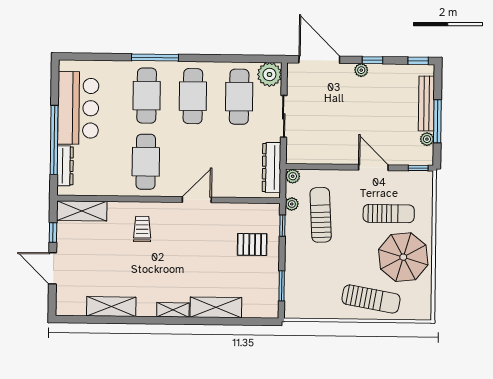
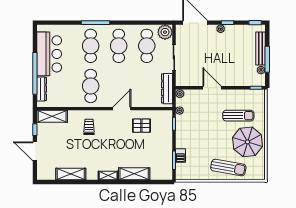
door: (373, 168) -> (212, 88), moved
sun lounger: (321, 215) -> (197, 117), removed
pallet: (252, 244) -> (141, 126), moved
barbecue: (292, 278) -> (180, 155), added

